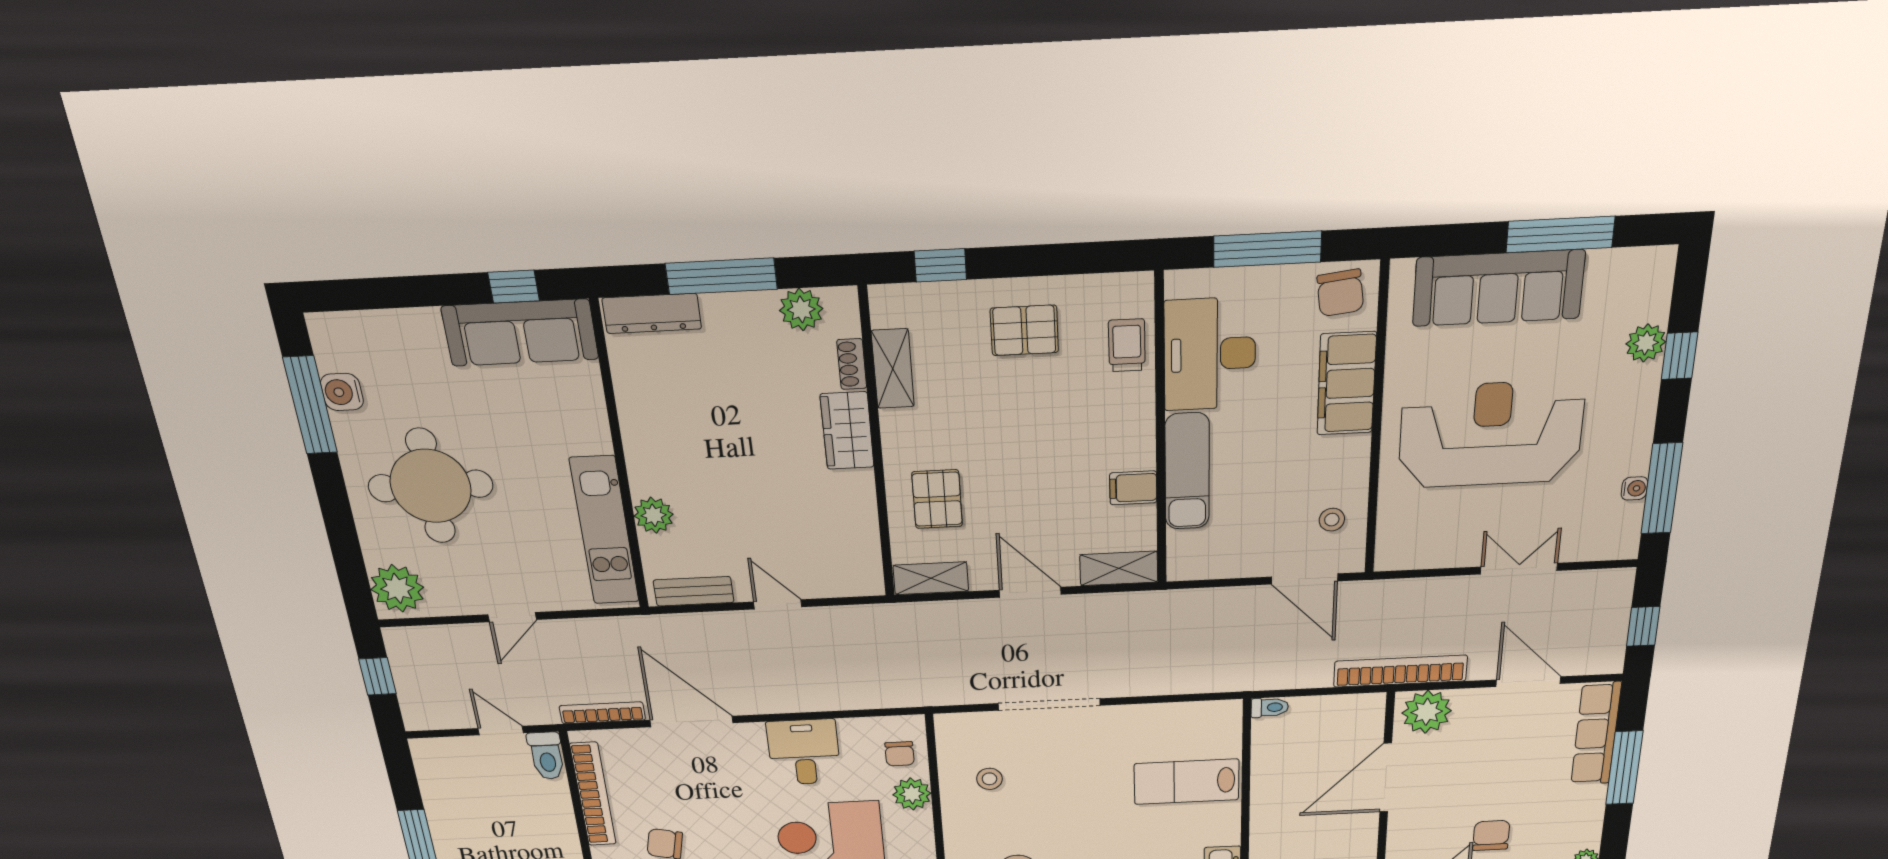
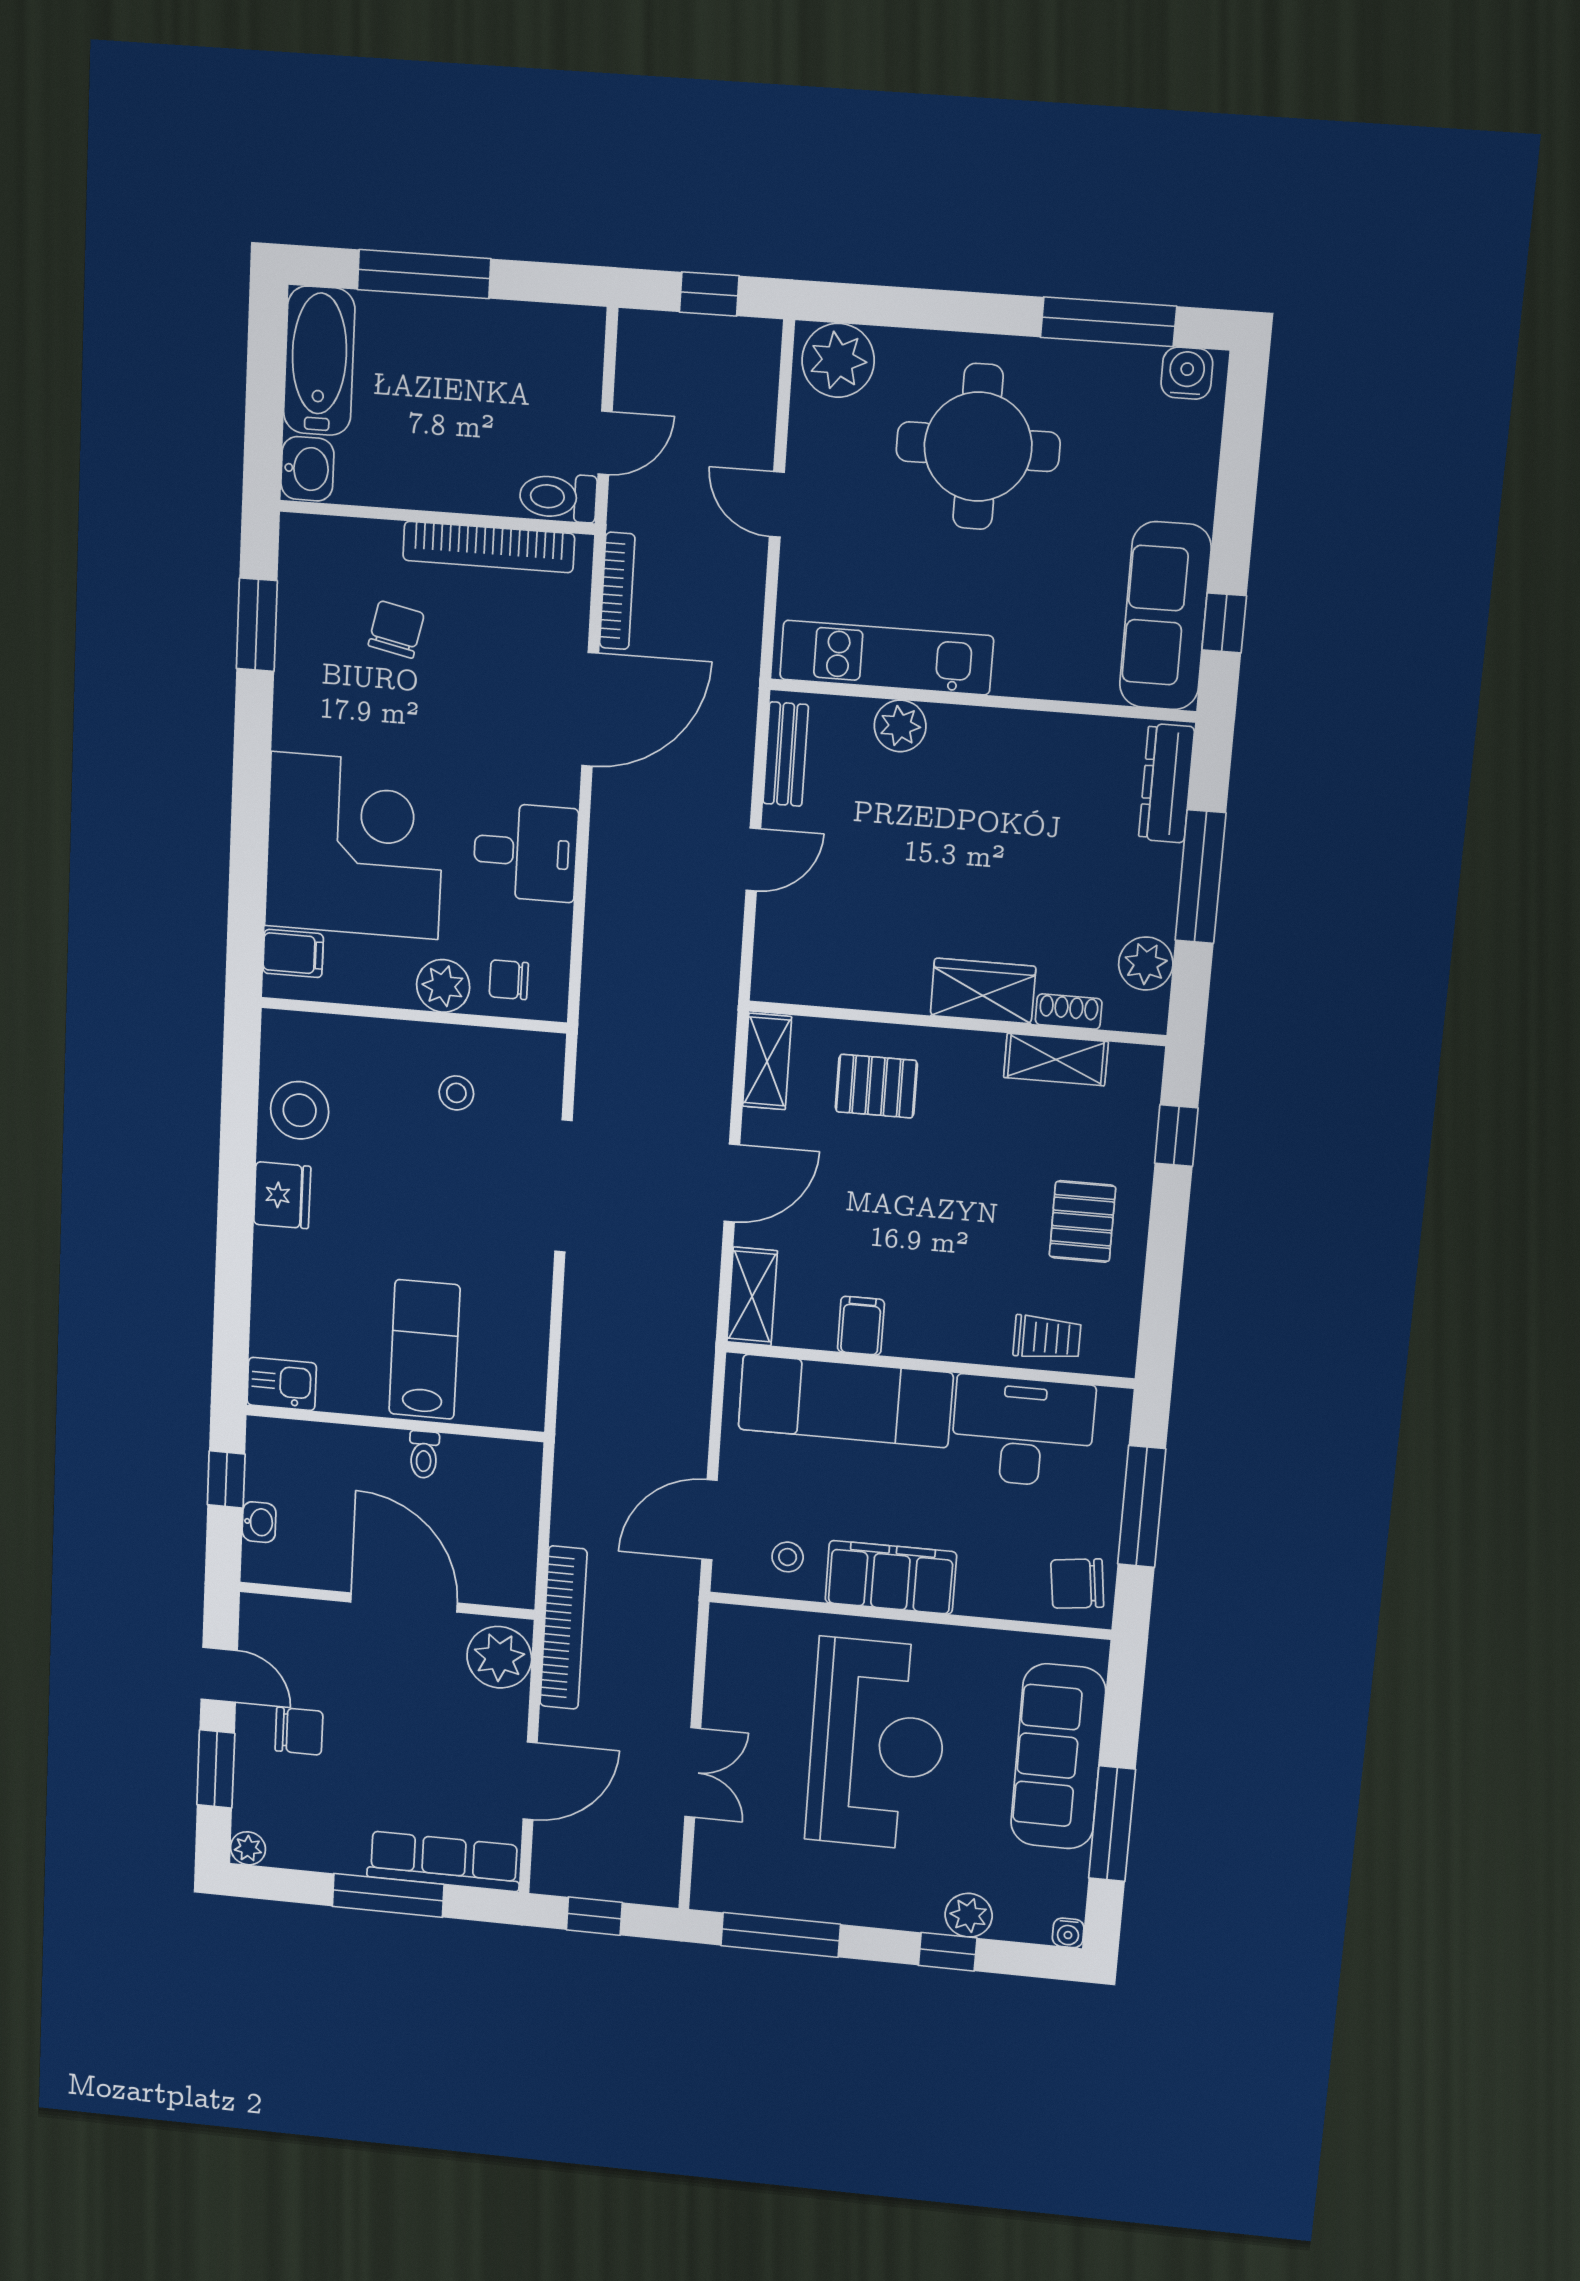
filing cabinet: (1347, 384) -> (891, 1577), moved
water cooler: (342, 392) -> (1187, 373), moved
exam couch: (1187, 471) -> (846, 1401), width x1.36, depth x1.45
water cooler: (1634, 488) -> (1068, 1933), moved
toilet: (1270, 707) -> (424, 1455), moved

